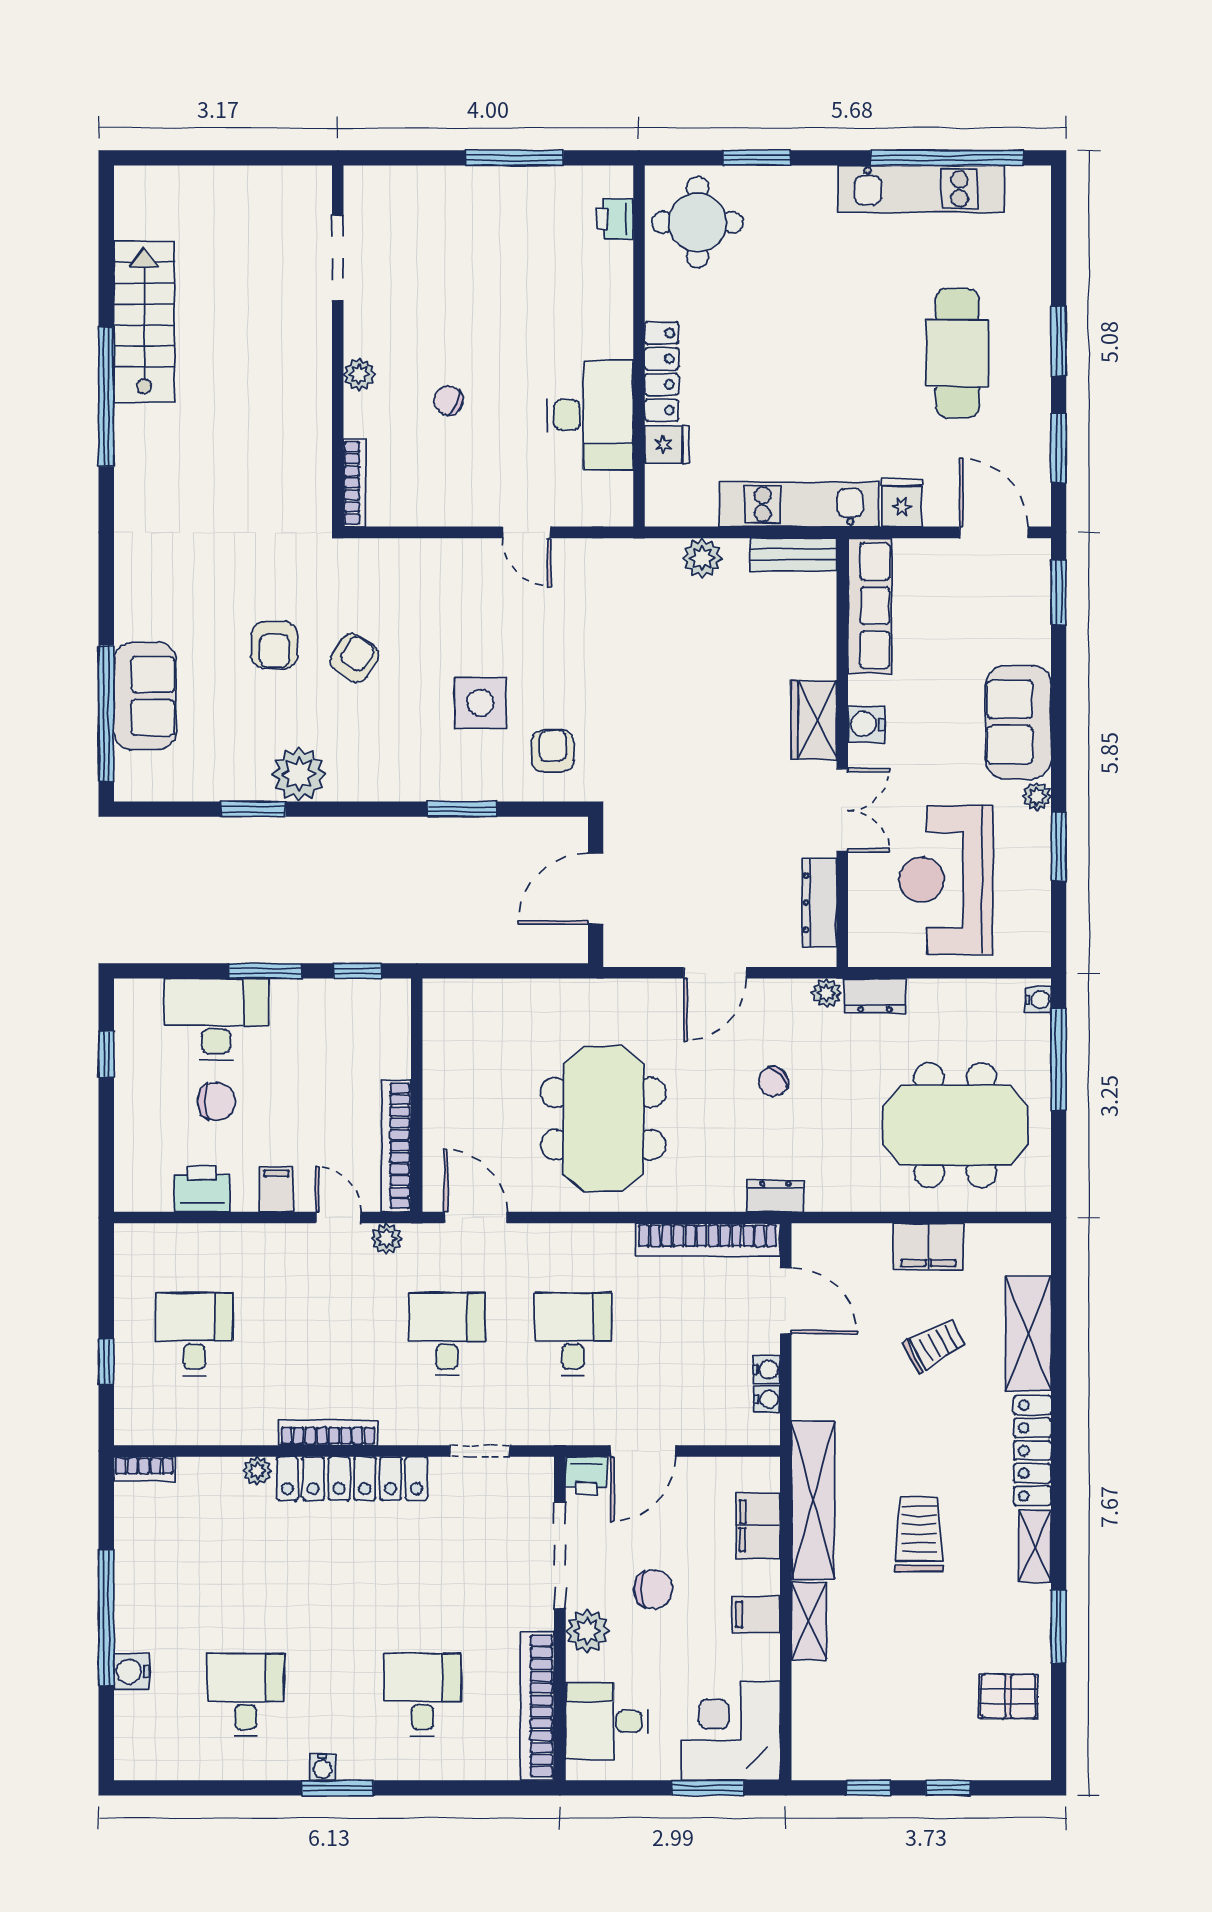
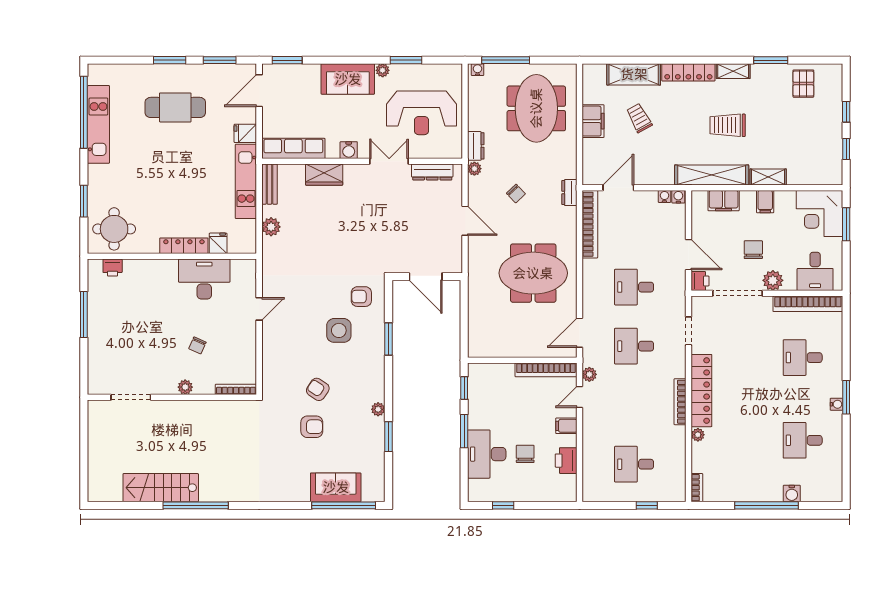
wardrobe: (814, 720) -> (324, 175), moved
plant: (299, 774) -> (378, 409), width x0.53, depth x0.53
water cooler: (766, 1370) -> (678, 197), moved

